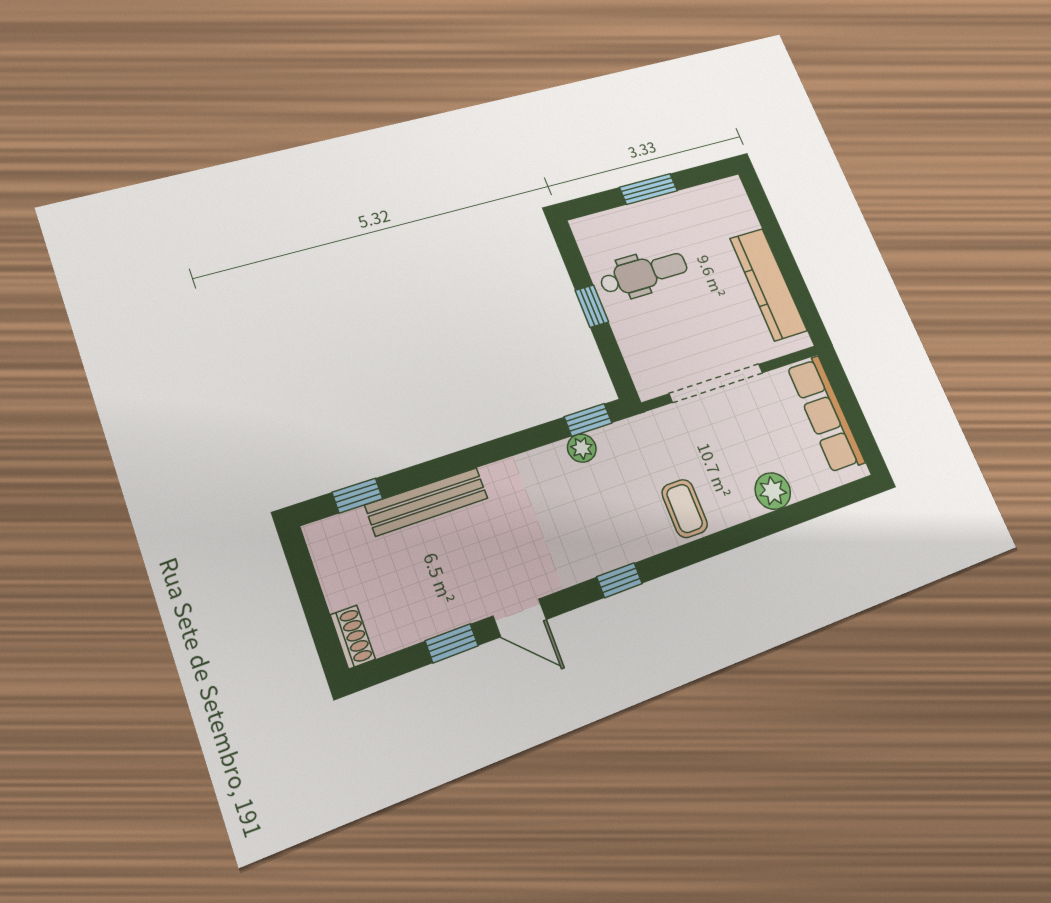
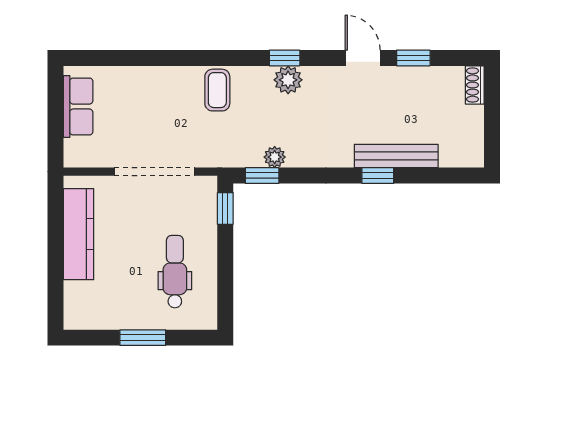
dental chair: (644, 273) -> (175, 272), turned 90
window: (592, 306) -> (225, 208), moved
row of seats: (826, 414) -> (78, 107), width x0.68
plant: (773, 491) -> (288, 80), moved
window: (357, 496) -> (378, 176), moved

